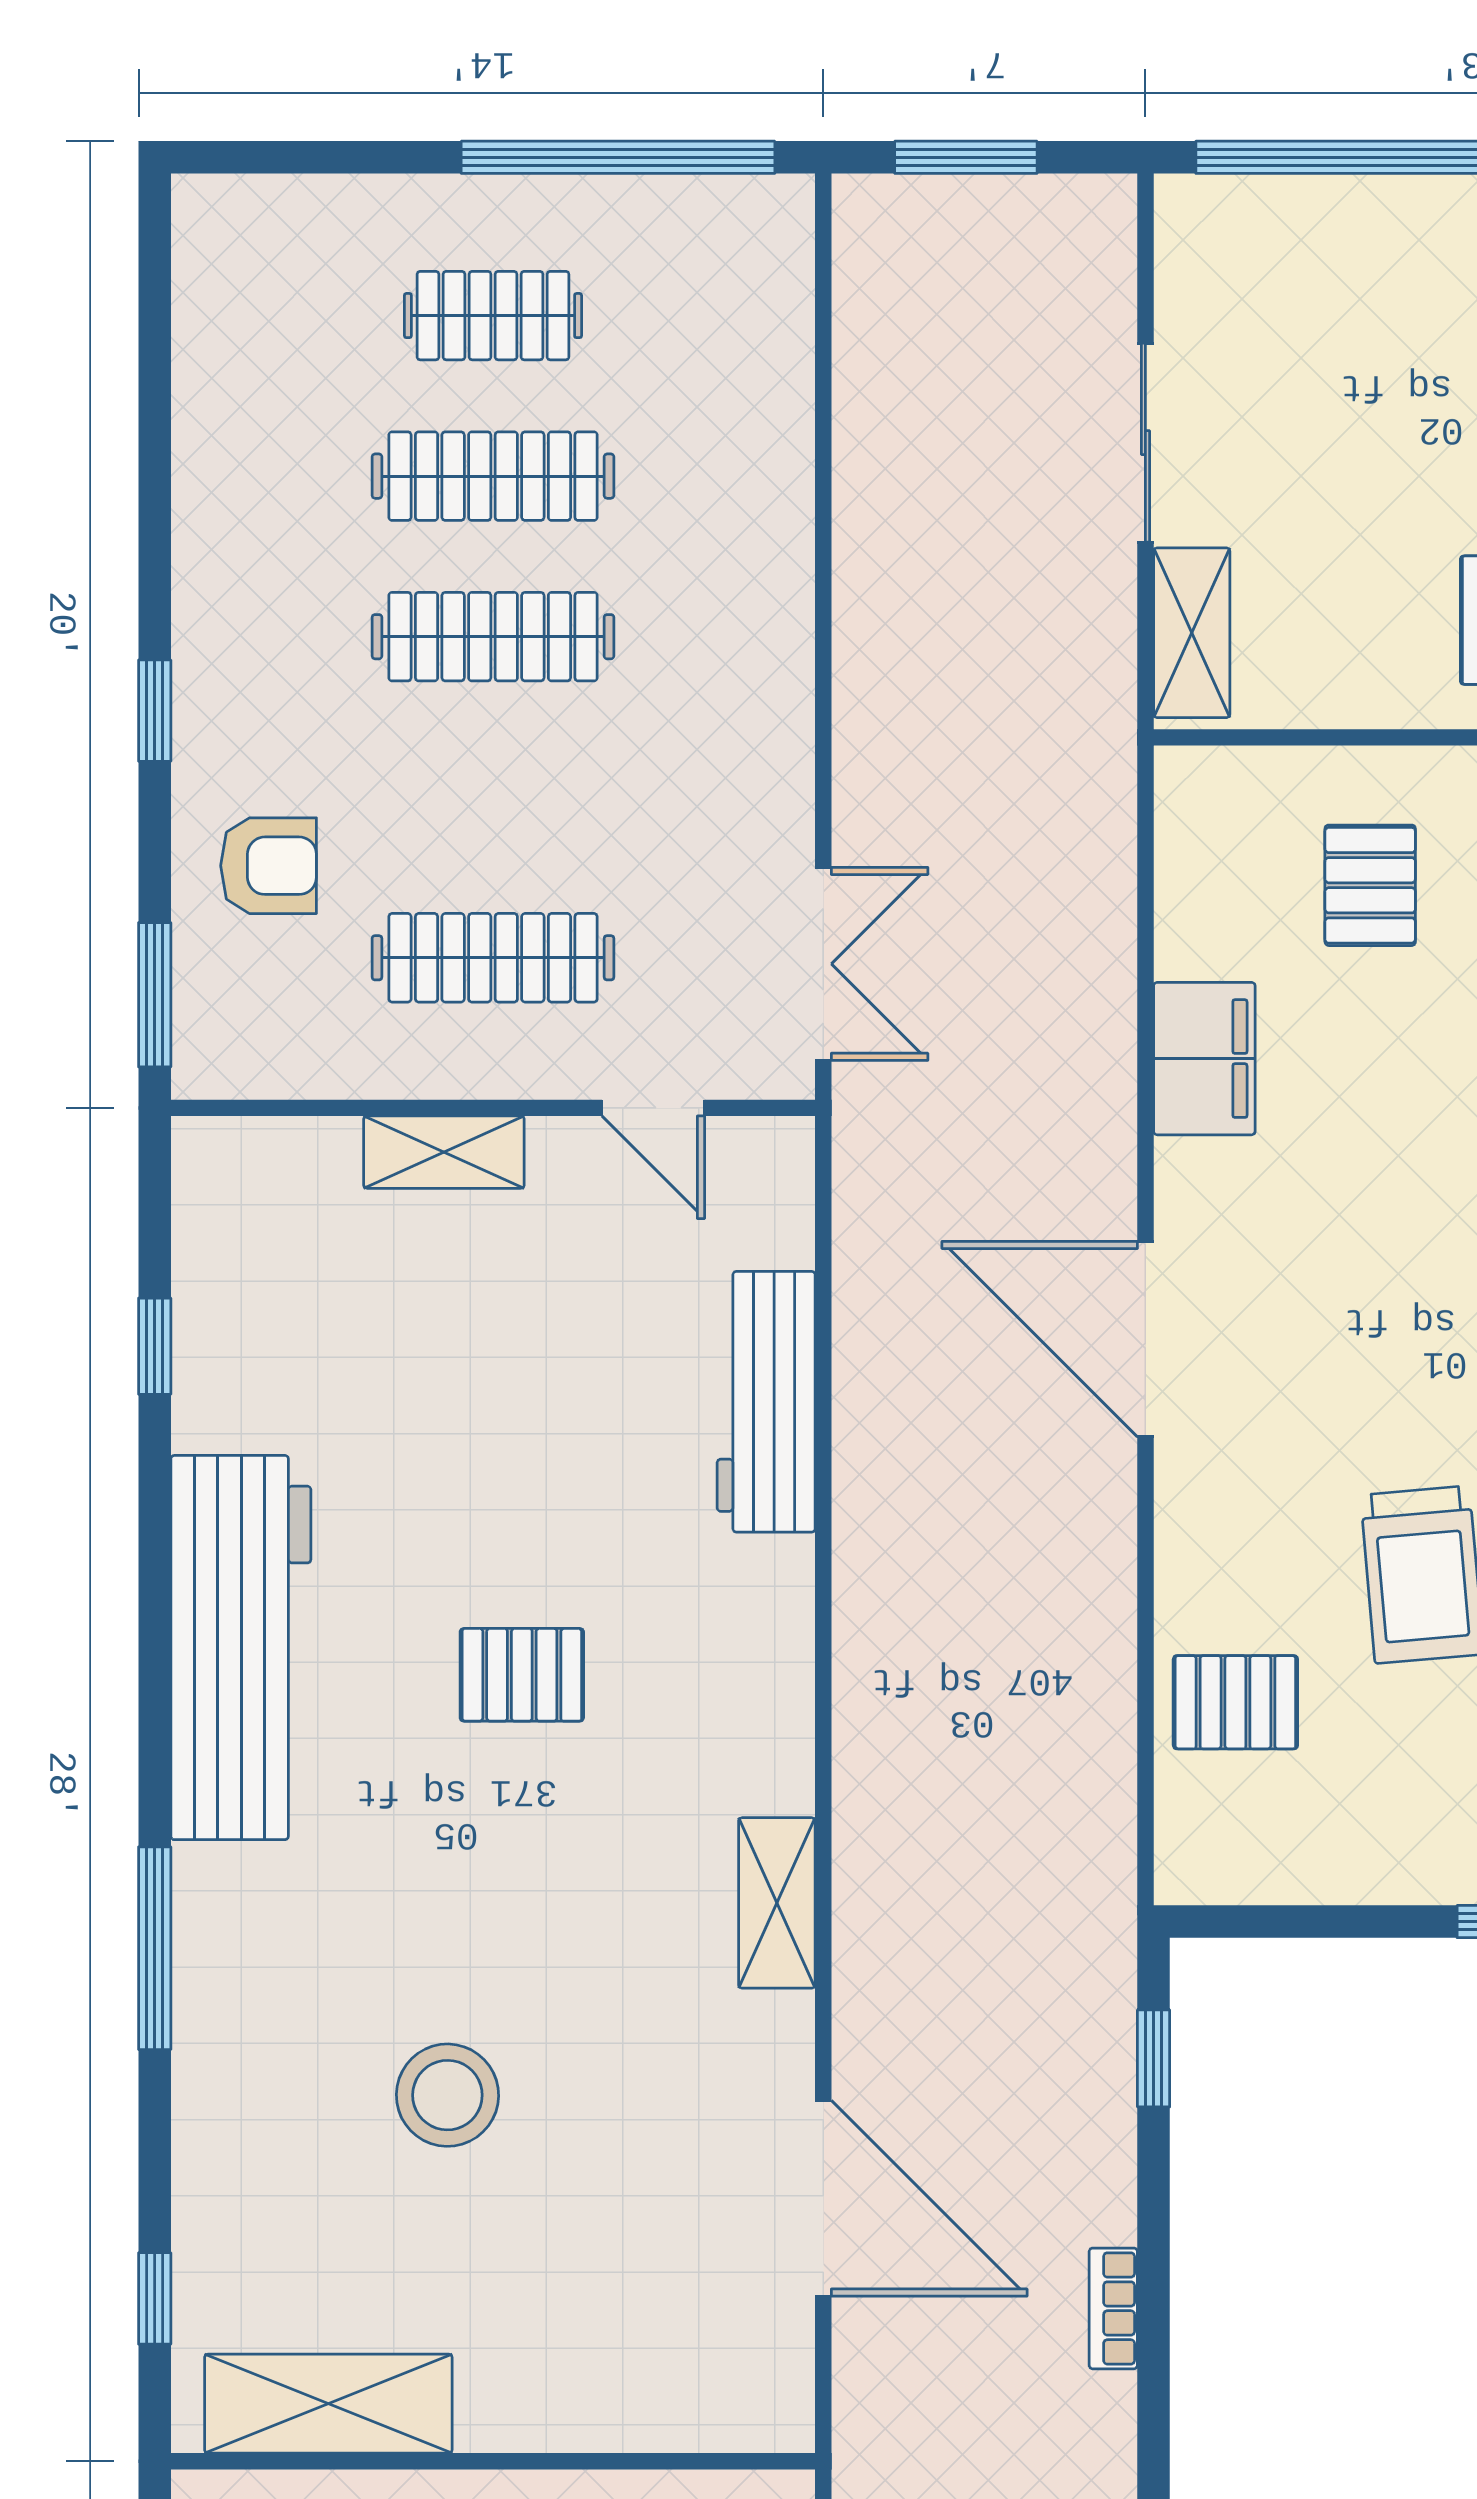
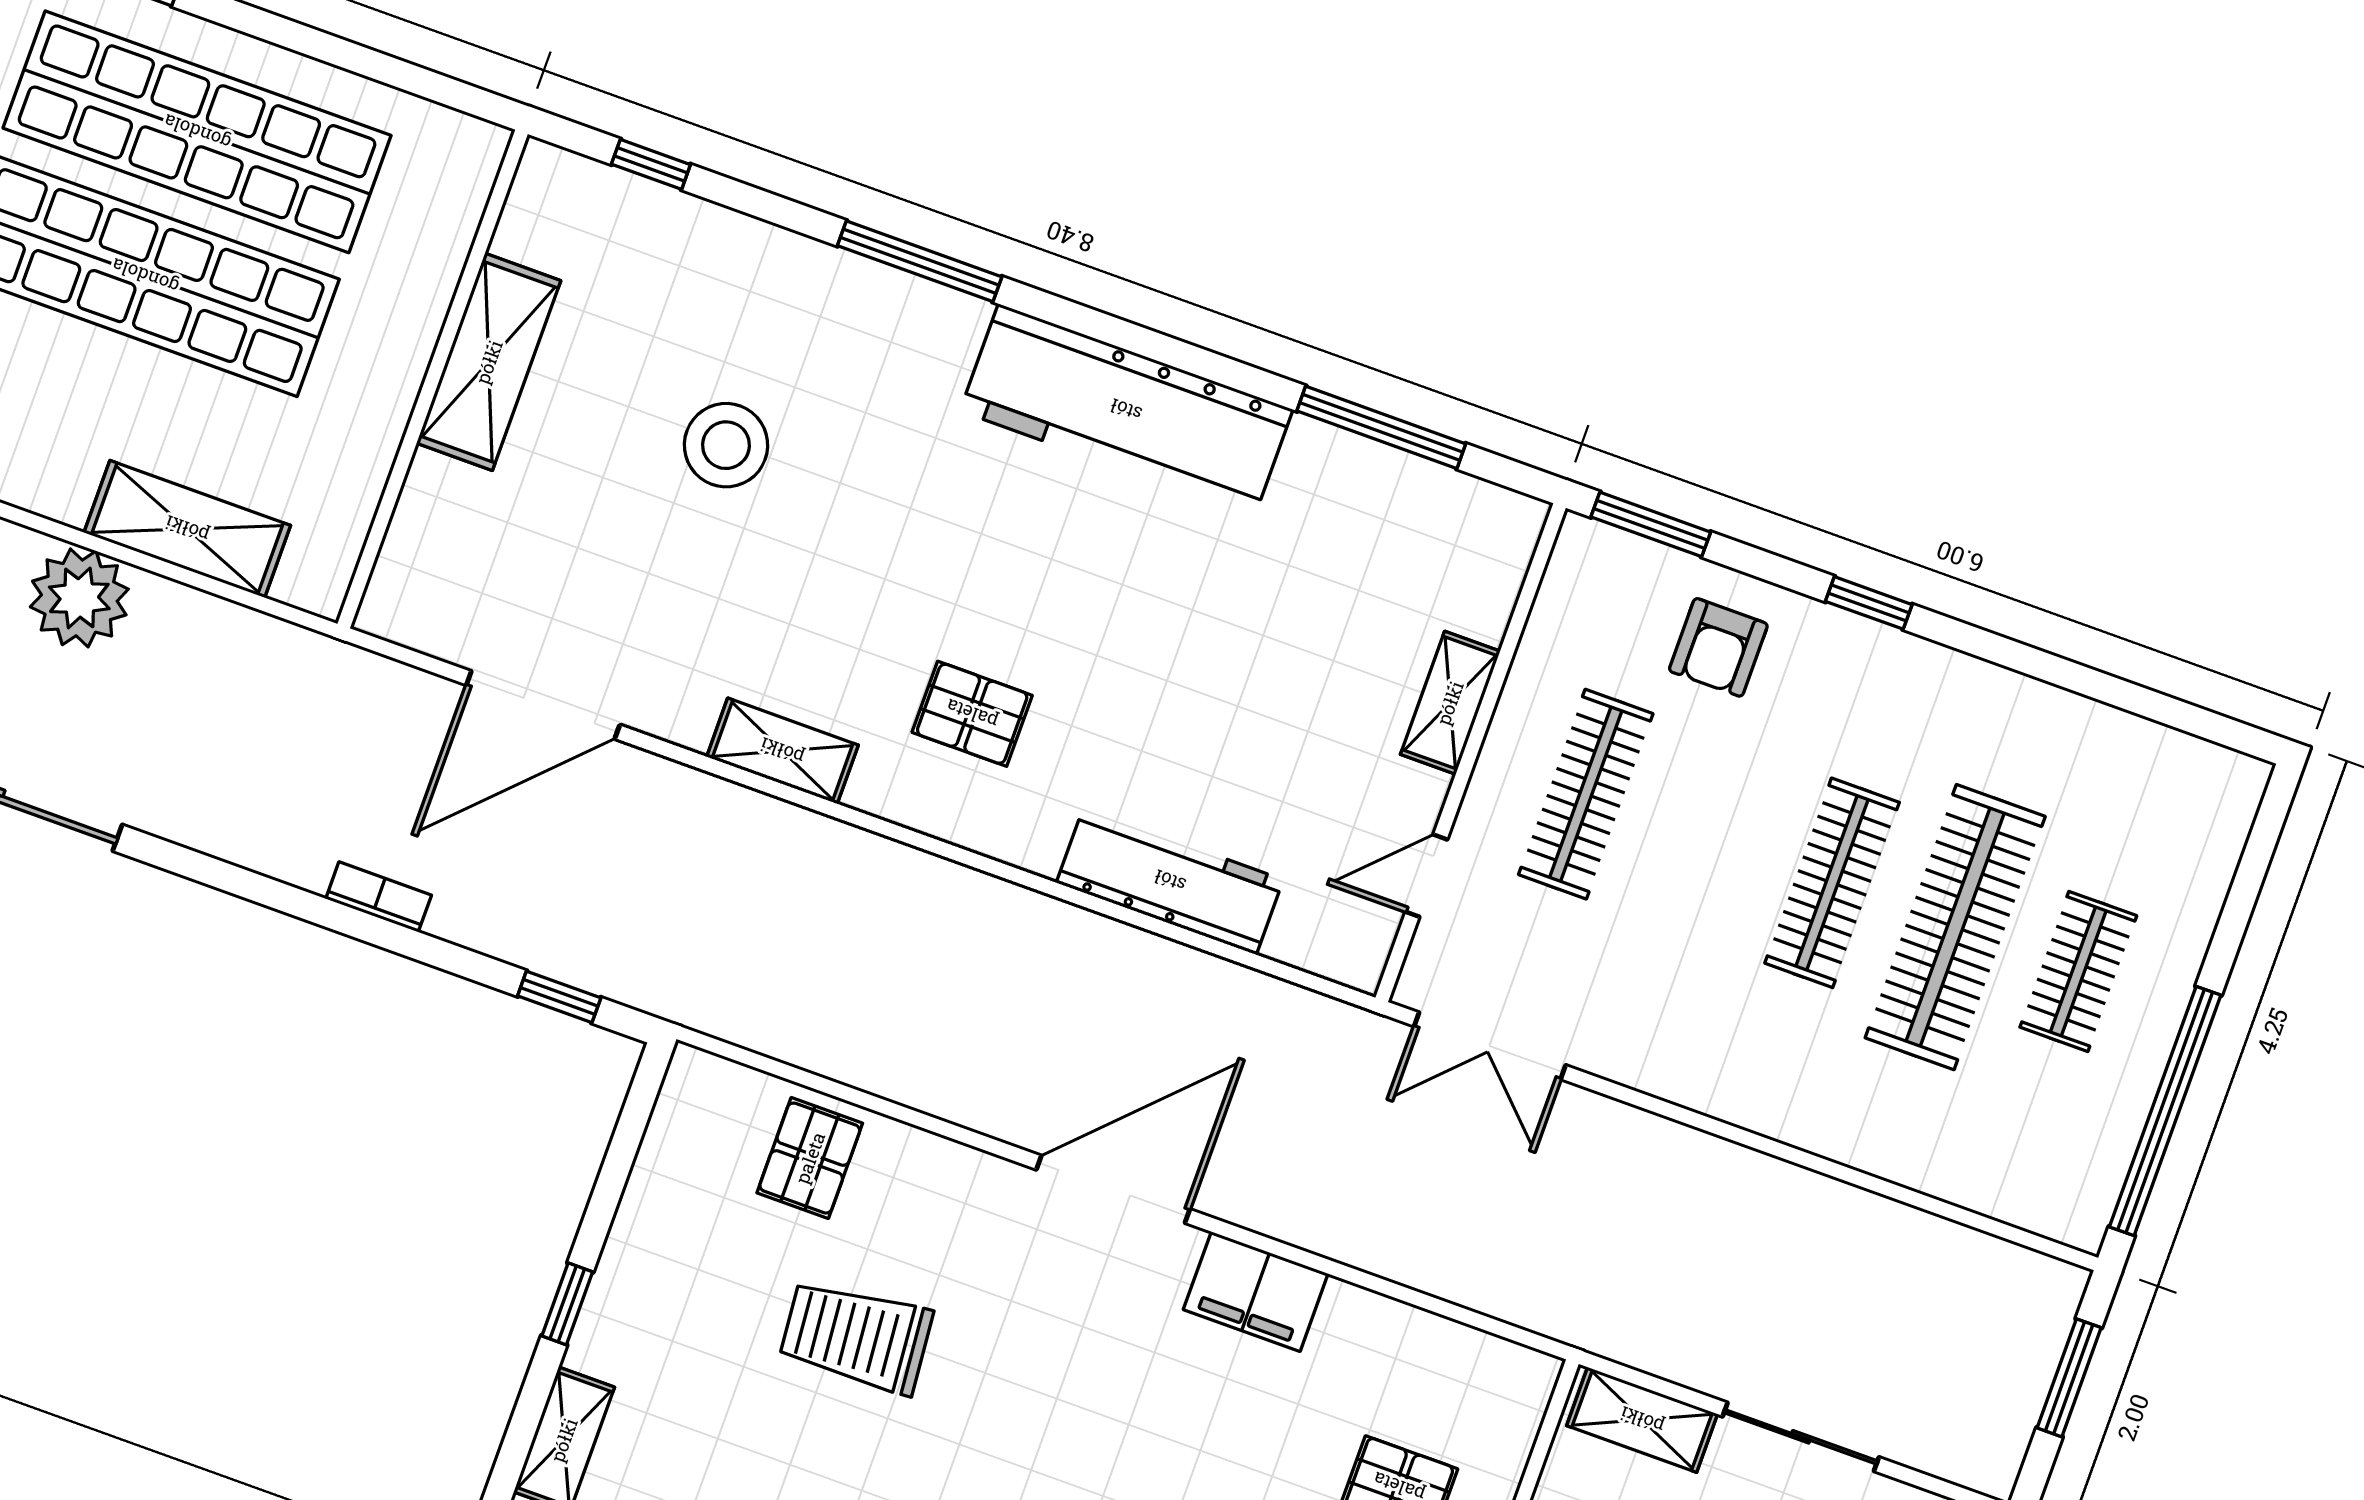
clothes rail: (493, 476) -> (1955, 927), width x1.37, depth x1.31
filing cabinet: (1204, 1059) -> (1256, 1292), moved
window: (155, 1346) -> (1381, 427), width x2.17
pallet: (522, 1675) -> (972, 714), moved, turned 90
shelving: (328, 2404) -> (489, 362), moved

